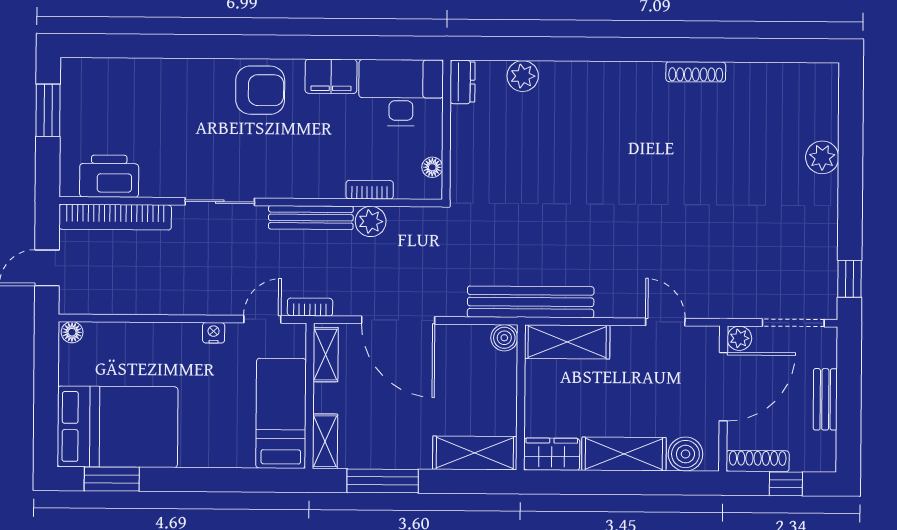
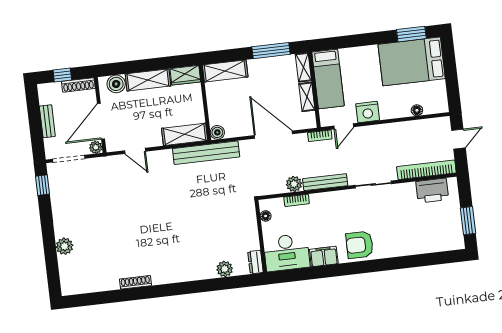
floor lamp: (72, 332) -> (417, 110), moved
nightstand: (214, 333) -> (368, 112), width x1.89, depth x1.79
shelving: (326, 355) -> (307, 97), moved

